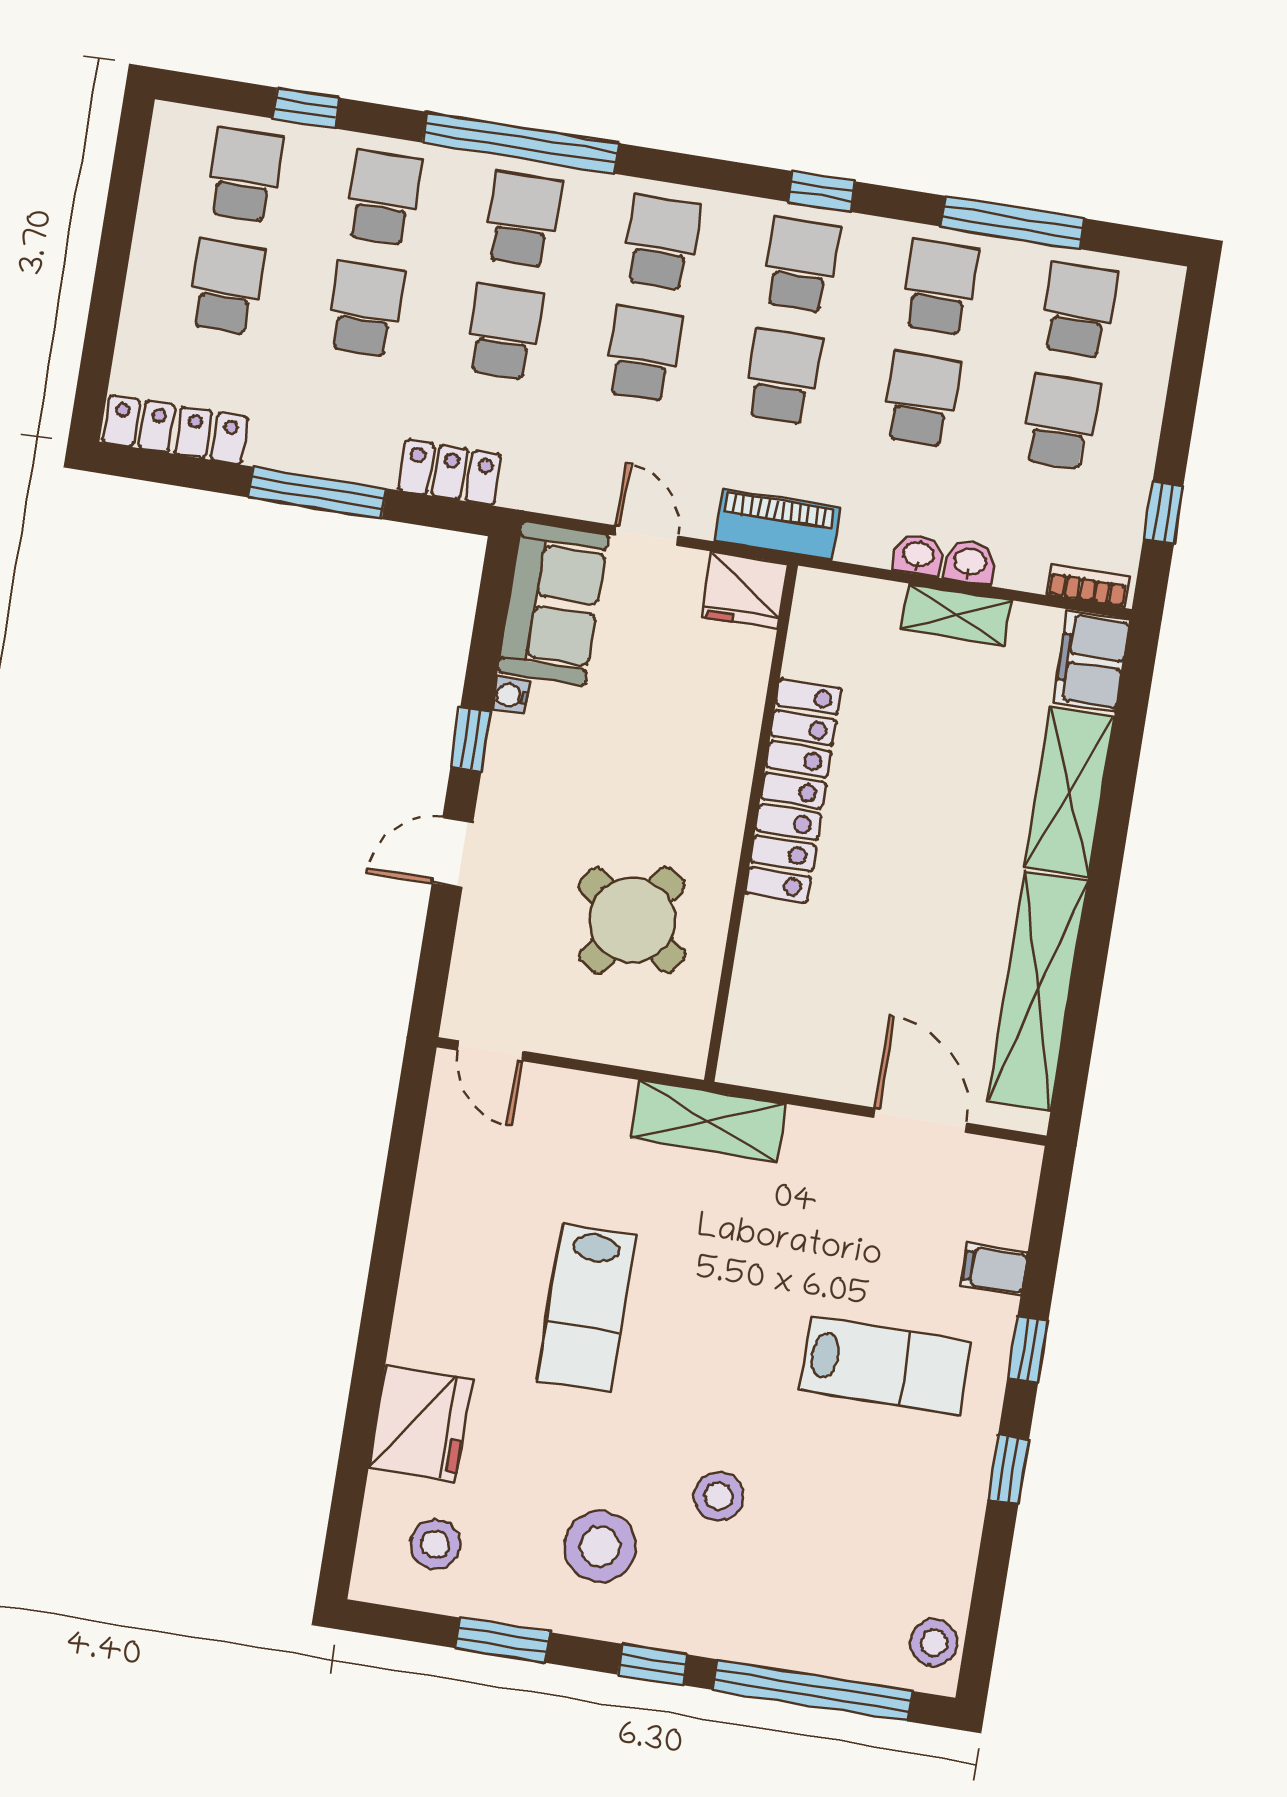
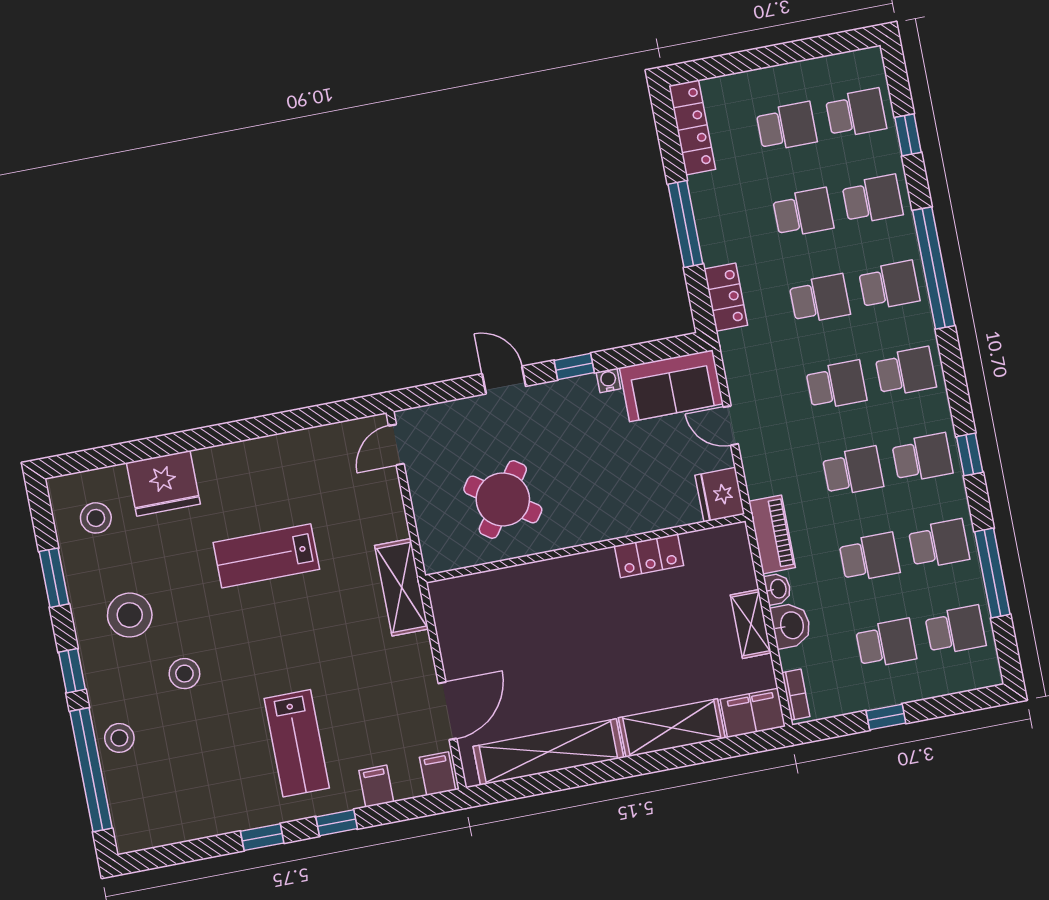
window: (1163, 513) -> (886, 717), moved
piano: (777, 525) -> (772, 534), moved
door: (646, 536) -> (731, 426), swing flipped
washbasin: (970, 563) -> (791, 625), width x1.38, depth x1.45
locker: (793, 791) -> (649, 556), width x0.46, depth x0.83
filing cabinet: (1009, 1170) -> (438, 774), added
stool: (934, 1642) -> (119, 738), moved

